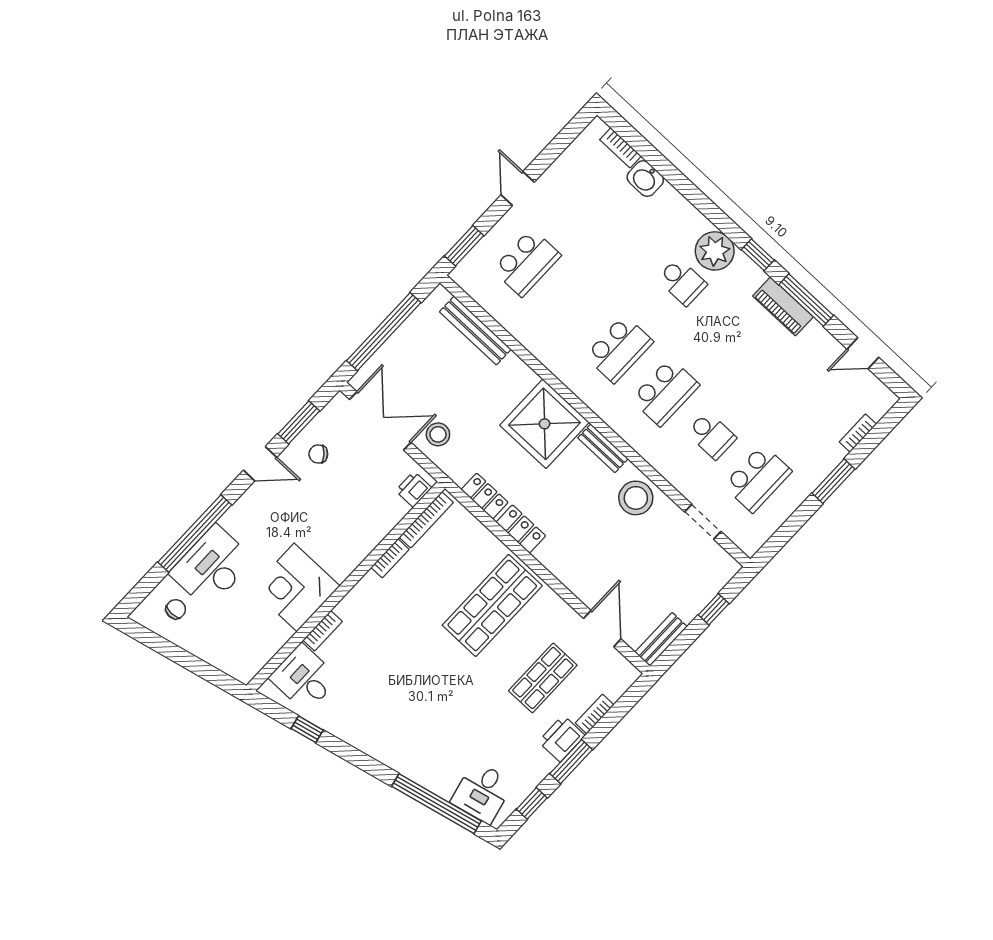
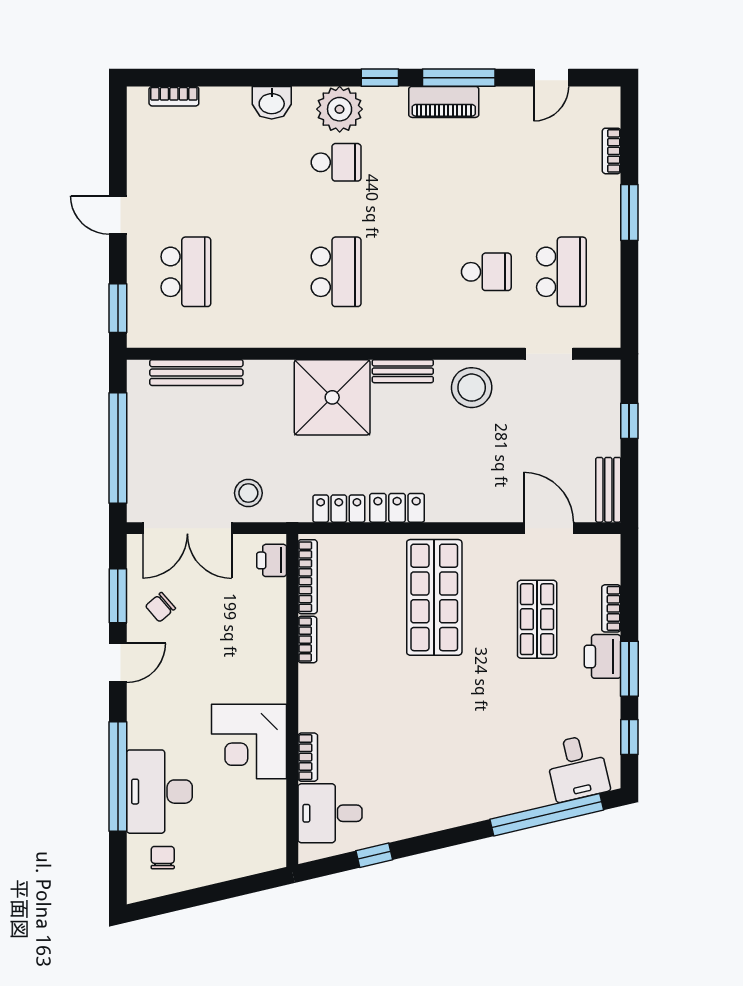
washbasin: (645, 179) -> (272, 103), moved
school desk: (665, 392) -> (411, 272), removed
double door: (380, 421) -> (187, 528), swing flipped

